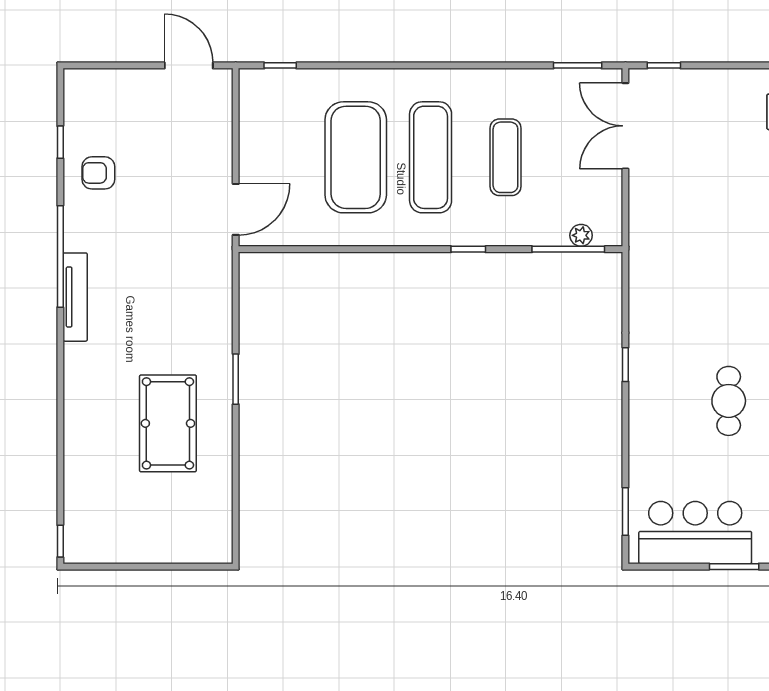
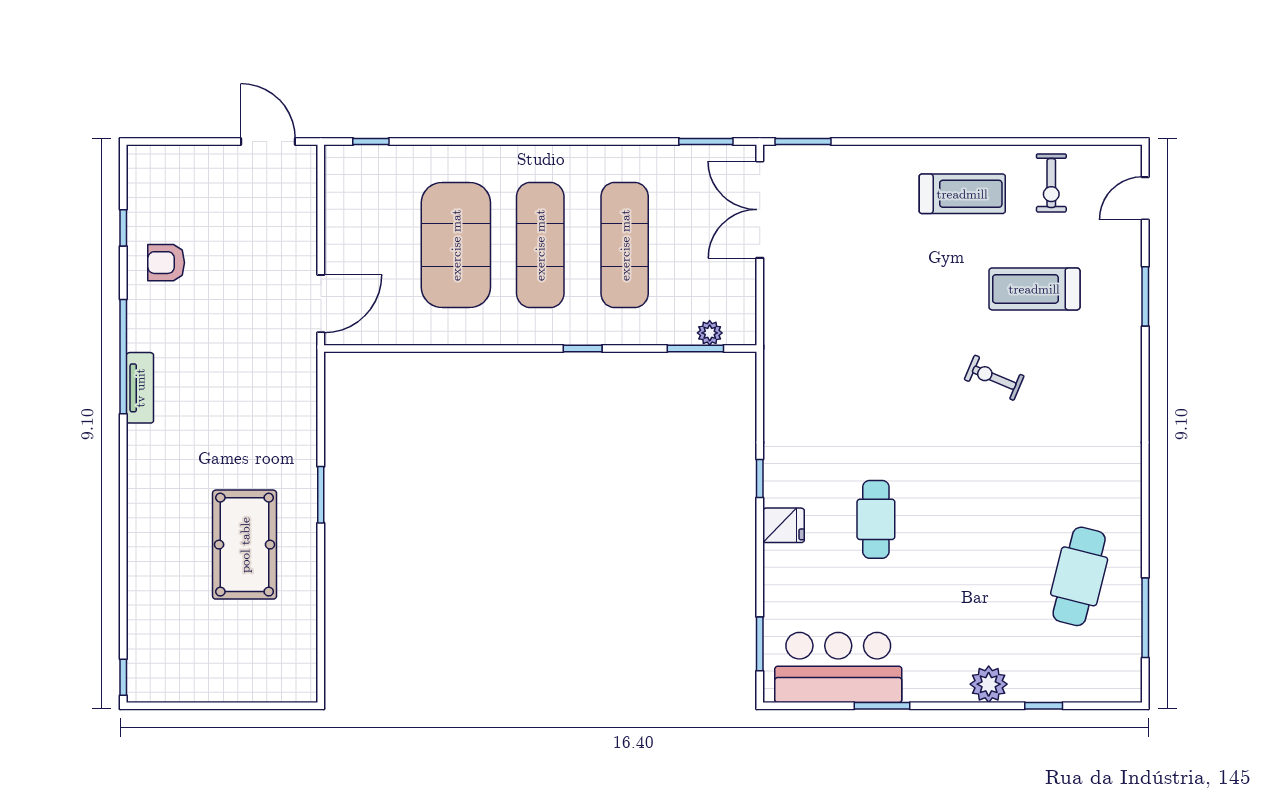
window: (664, 65) -> (803, 142), width x1.50
exercise mat: (505, 157) -> (625, 245), width x1.36, depth x1.45
window: (568, 249) -> (695, 348), width x0.69
tv unit: (75, 297) -> (140, 388), width x0.71
fridge: (647, 406) -> (784, 525), added

